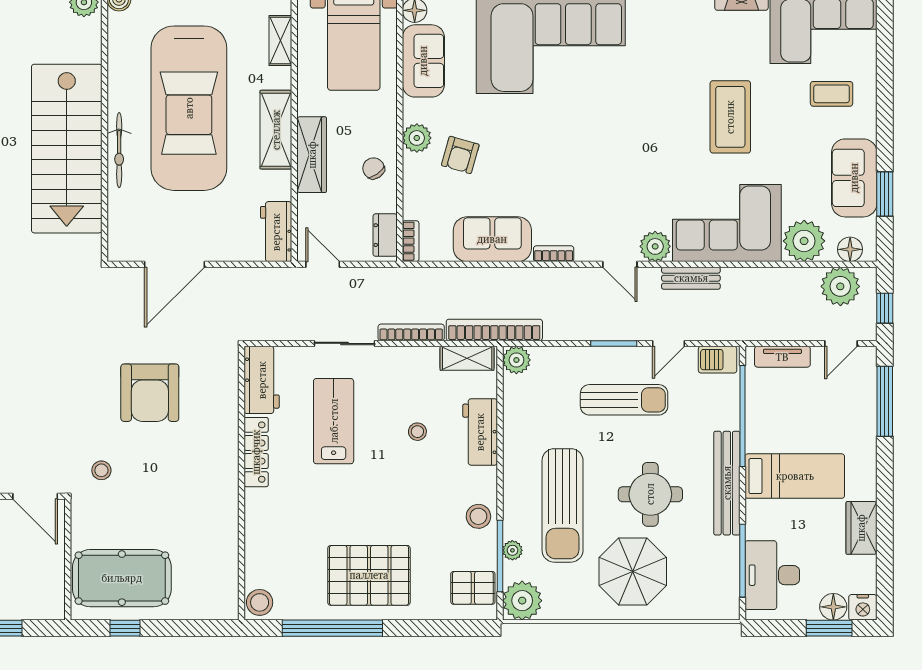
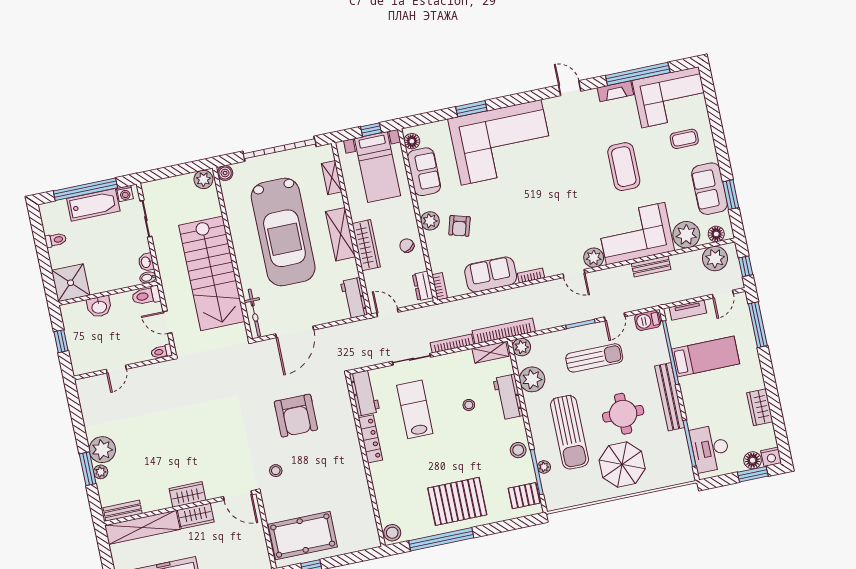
bicycle: (119, 150) -> (254, 313), moved
bench: (691, 278) -> (651, 266), moved
bed: (795, 476) -> (706, 356), moved
plant: (522, 601) -> (532, 379), moved

